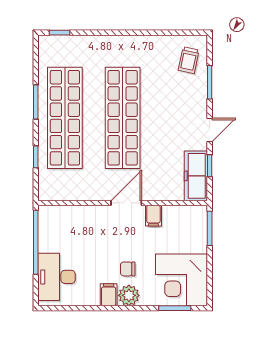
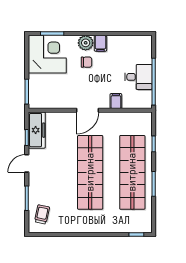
filing cabinet: (153, 216) -> (116, 101), moved
desk: (57, 277) -> (138, 77), moved, width x0.73

